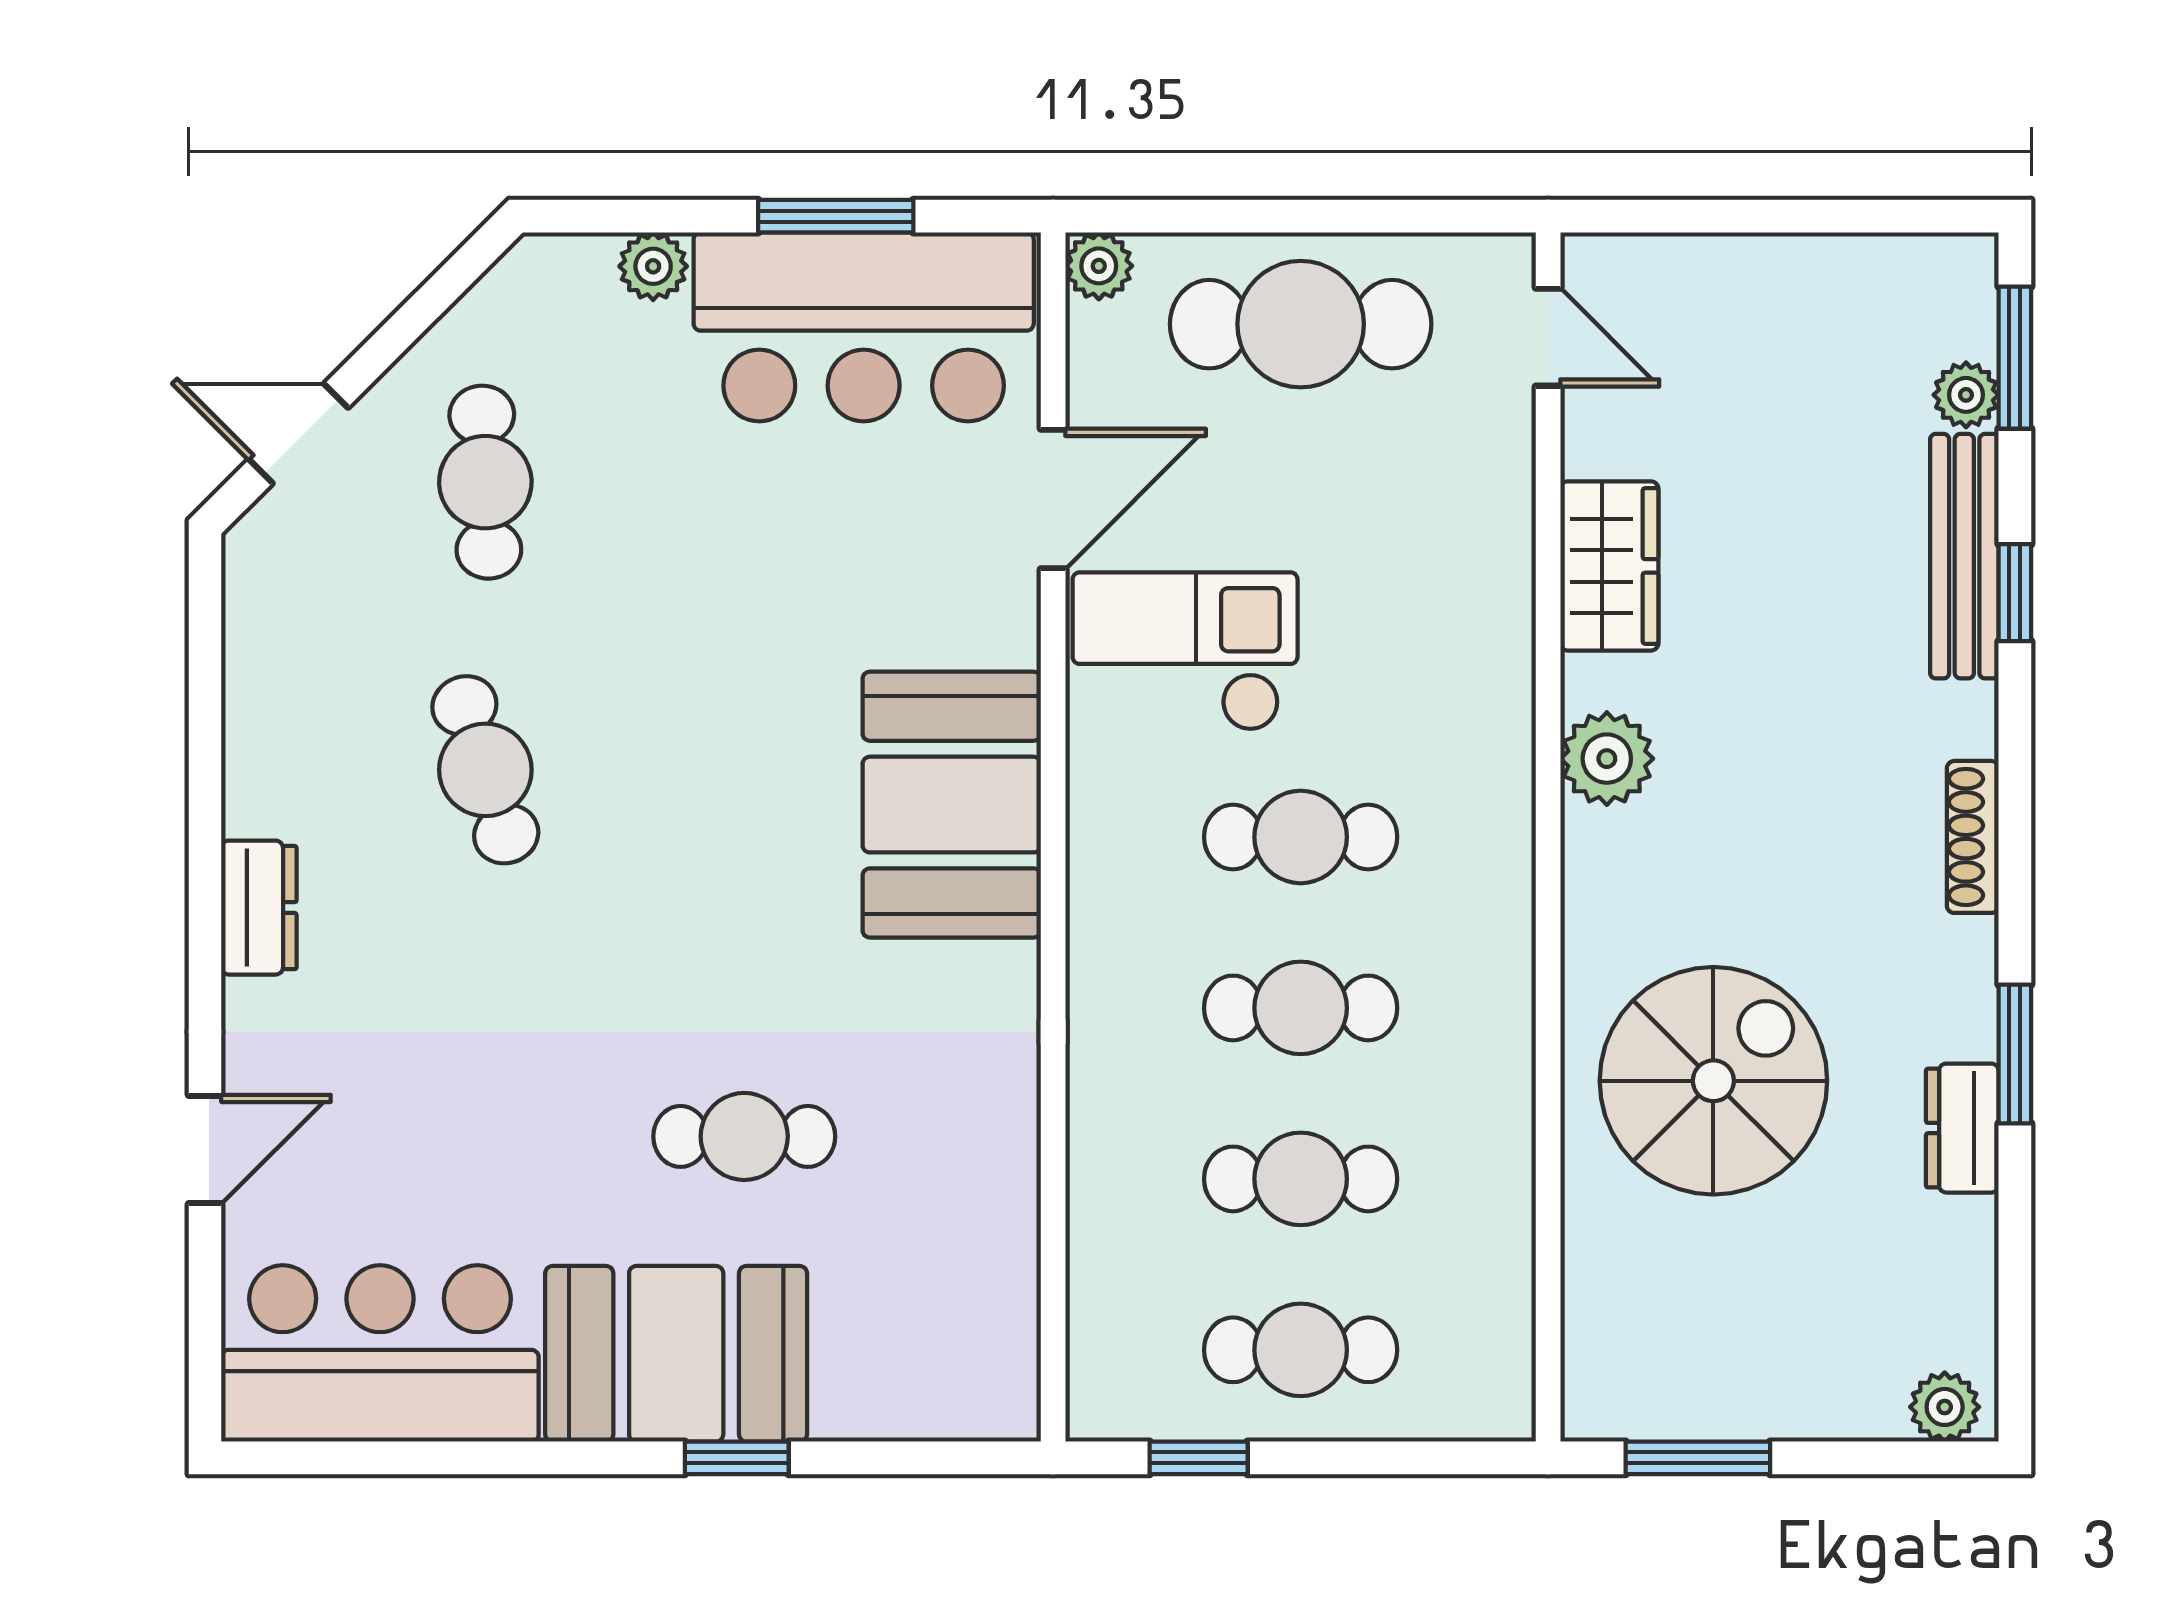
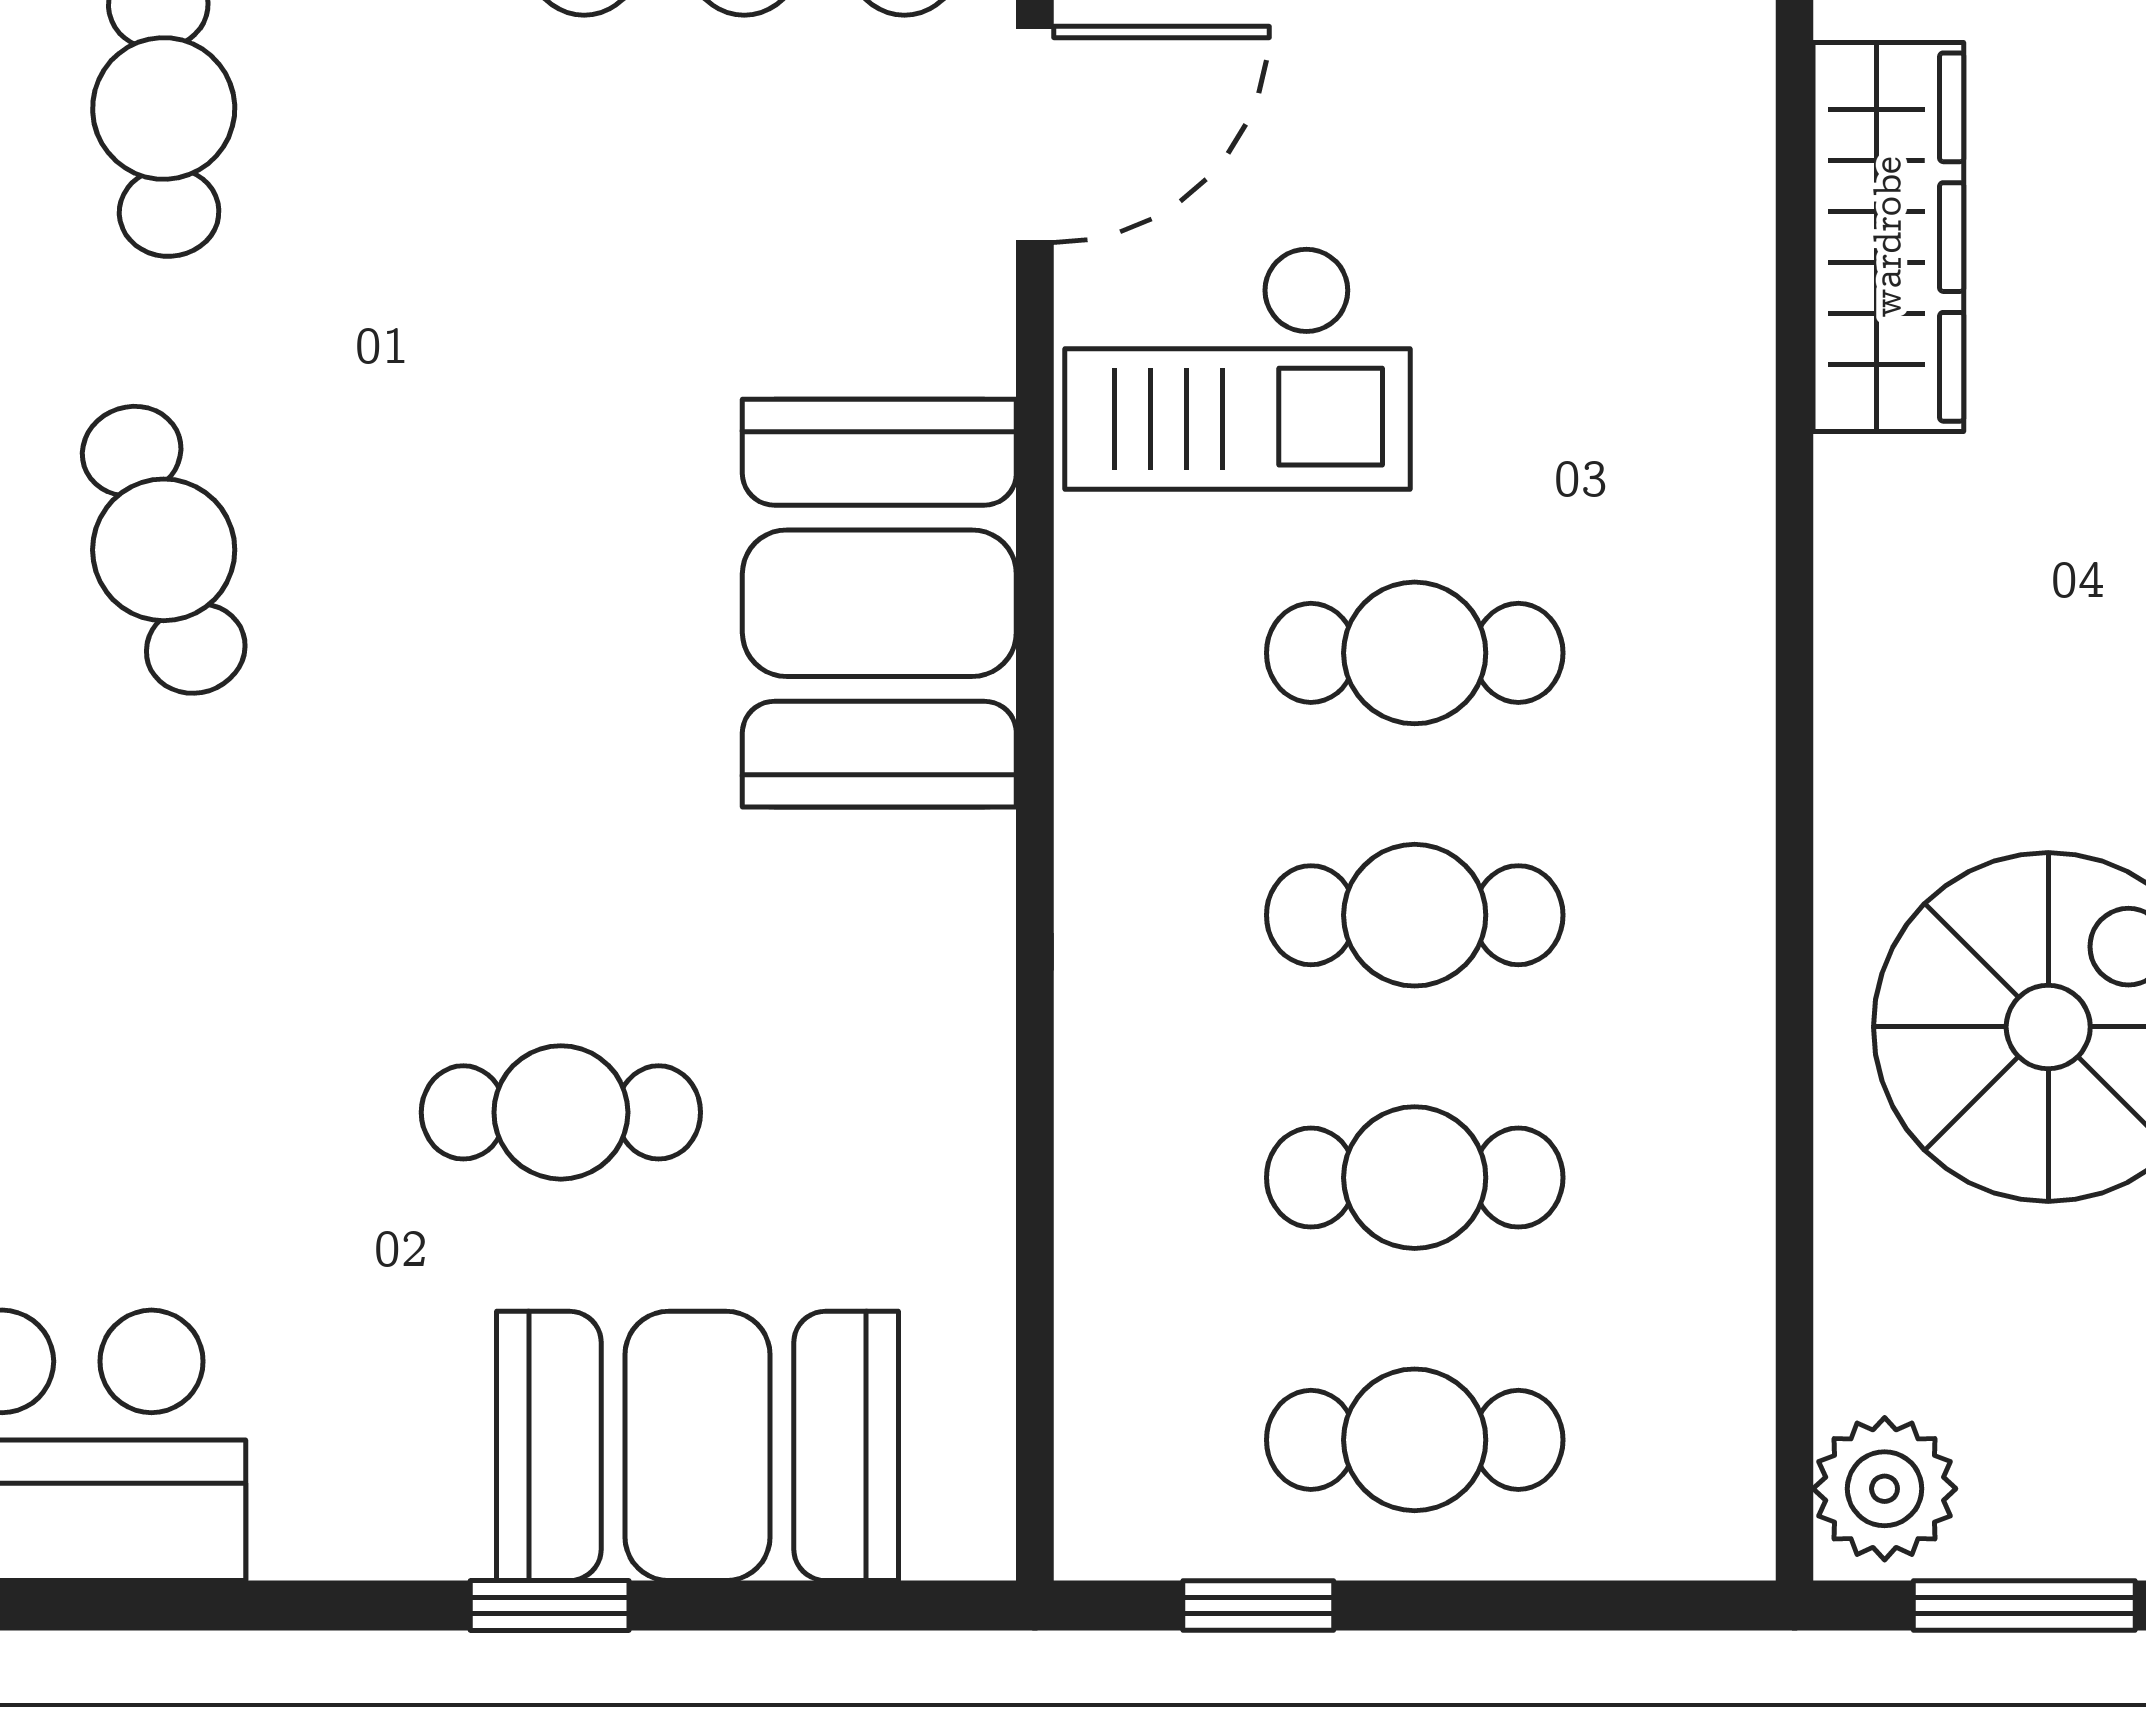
wardrobe: (1609, 566) -> (1888, 237), width x1.50
checkout: (1185, 651) -> (1237, 368), turned 180
plant: (1607, 759) -> (1885, 1489), moved
booth: (676, 1354) -> (697, 1446), moved

